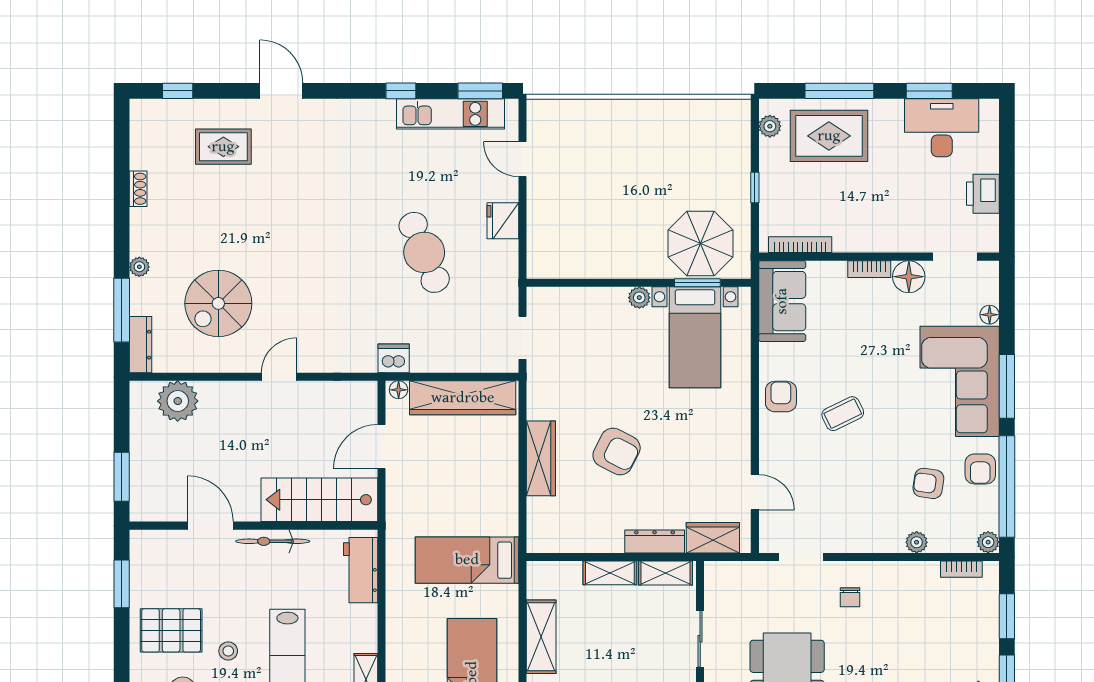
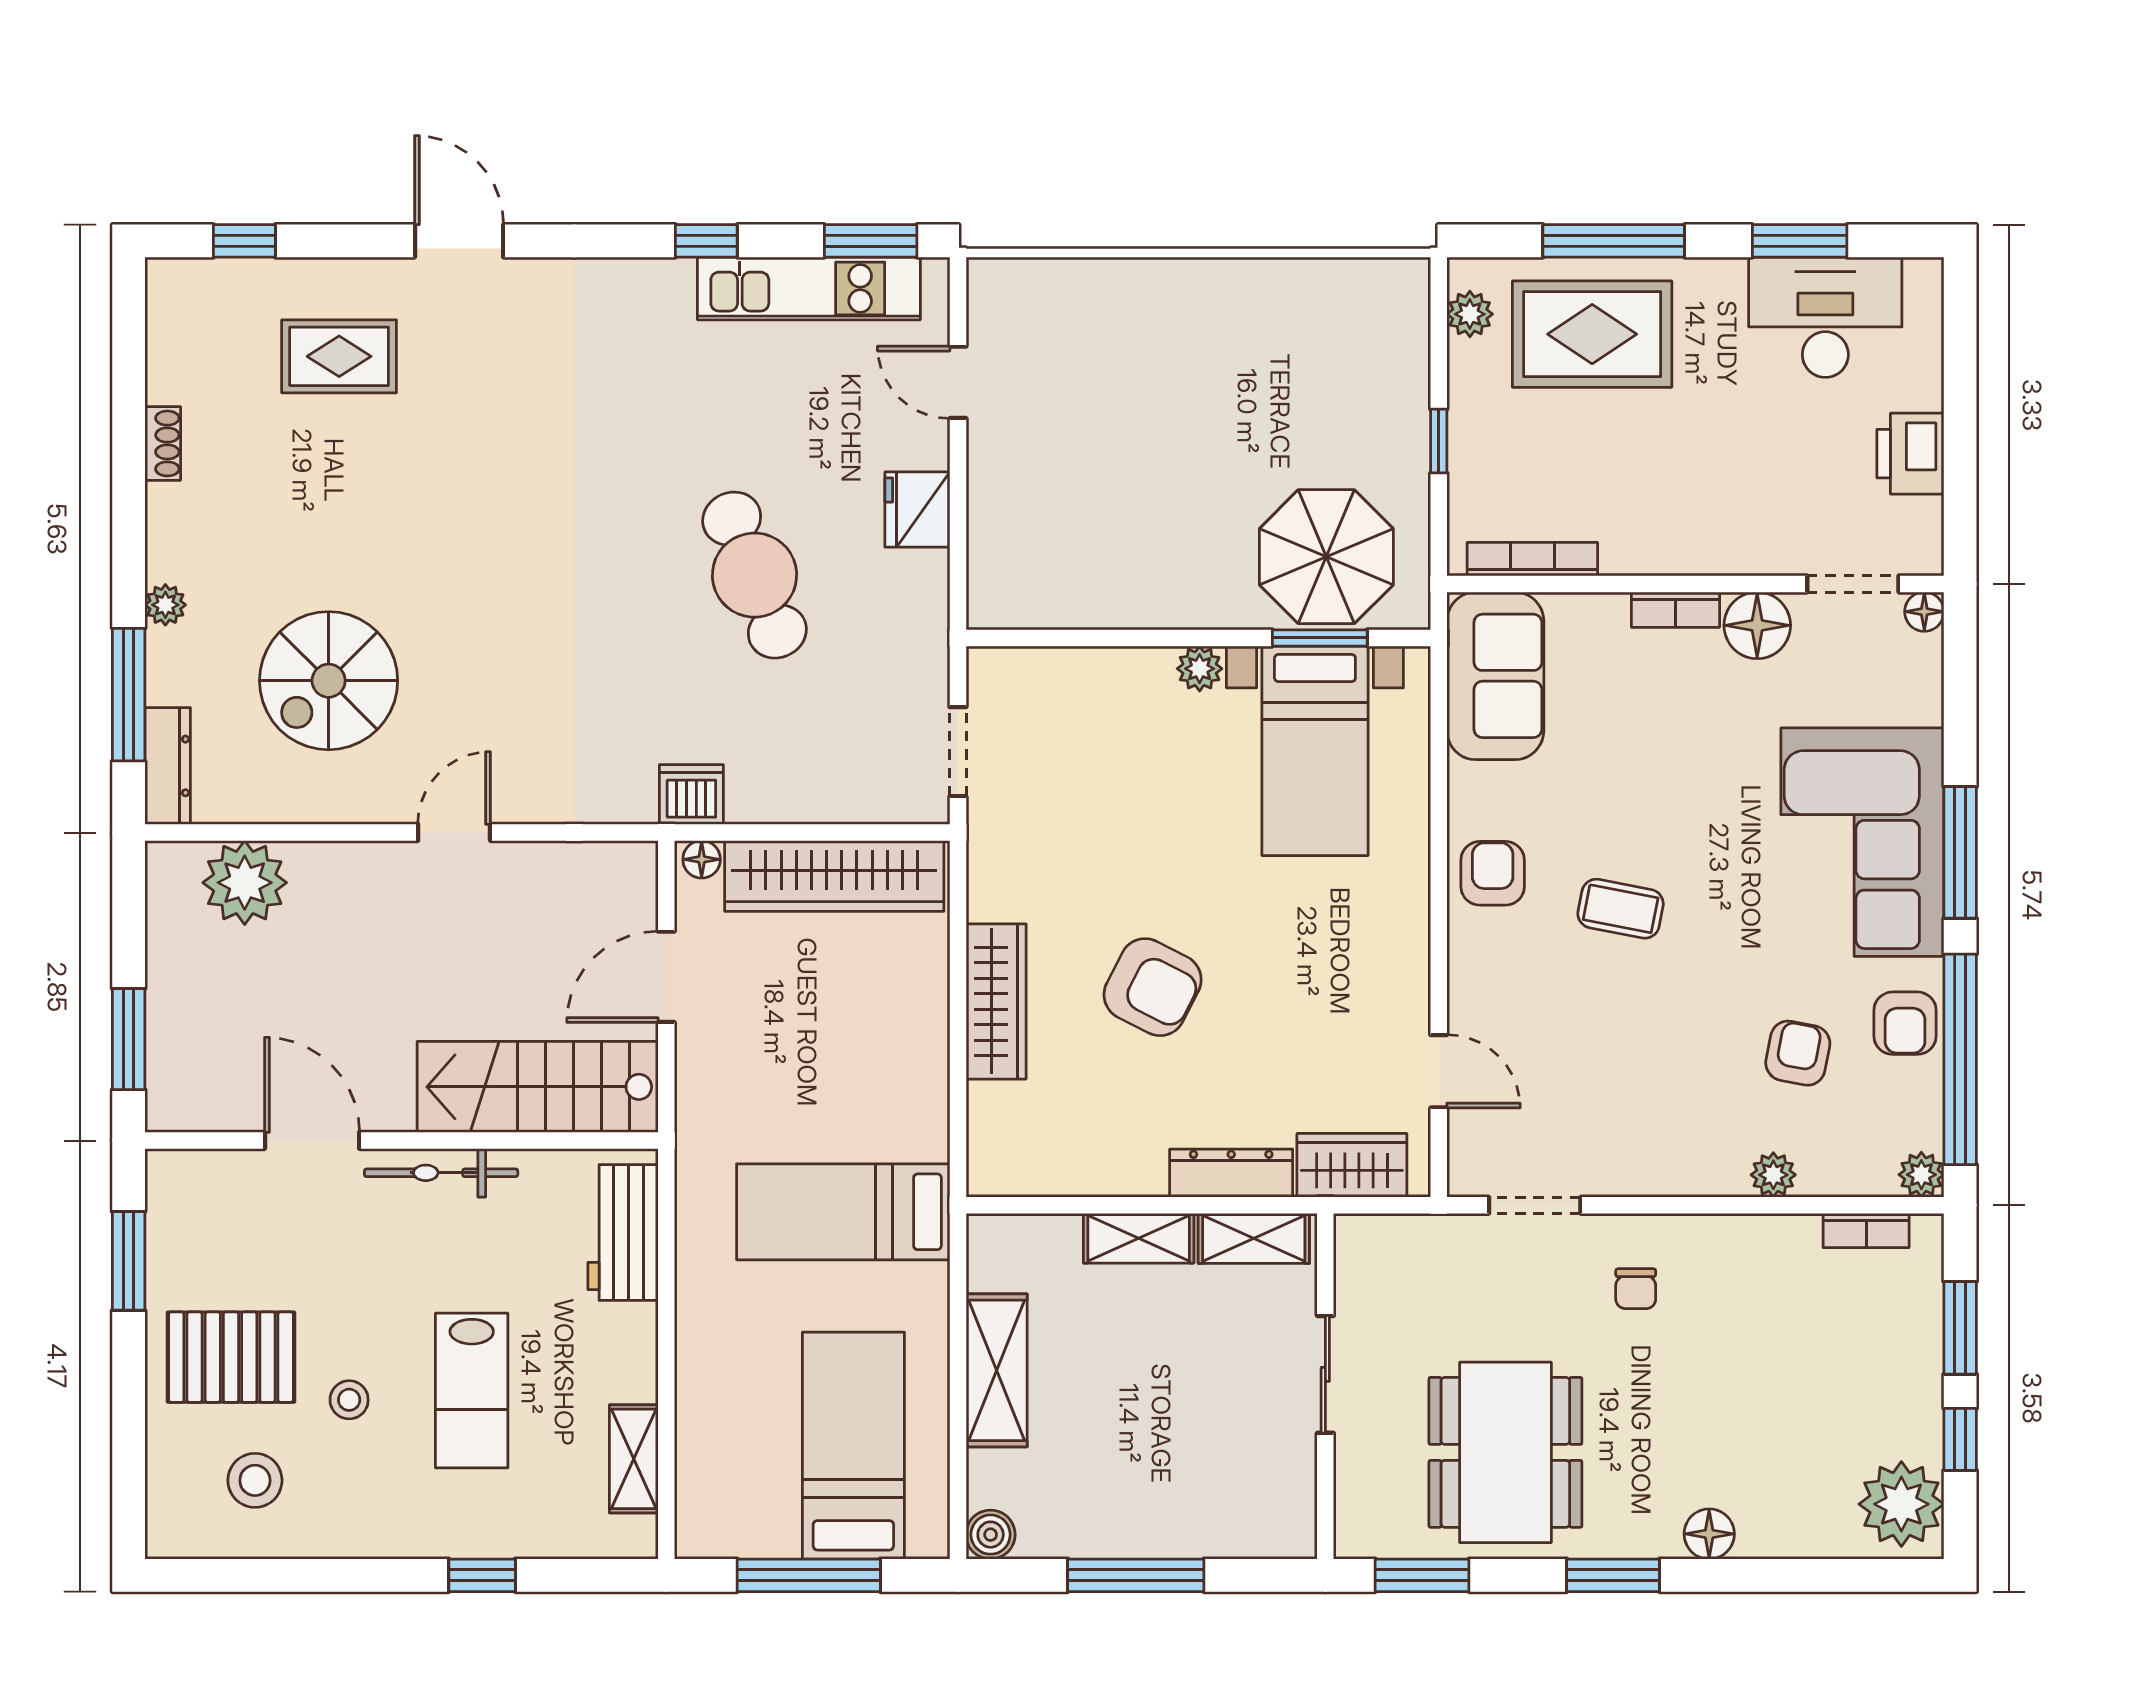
floor lamp: (990, 315) -> (1924, 612), moved
coffee table: (843, 414) -> (1621, 909), turned 37
armchair: (928, 483) -> (1798, 1053), turned 93

